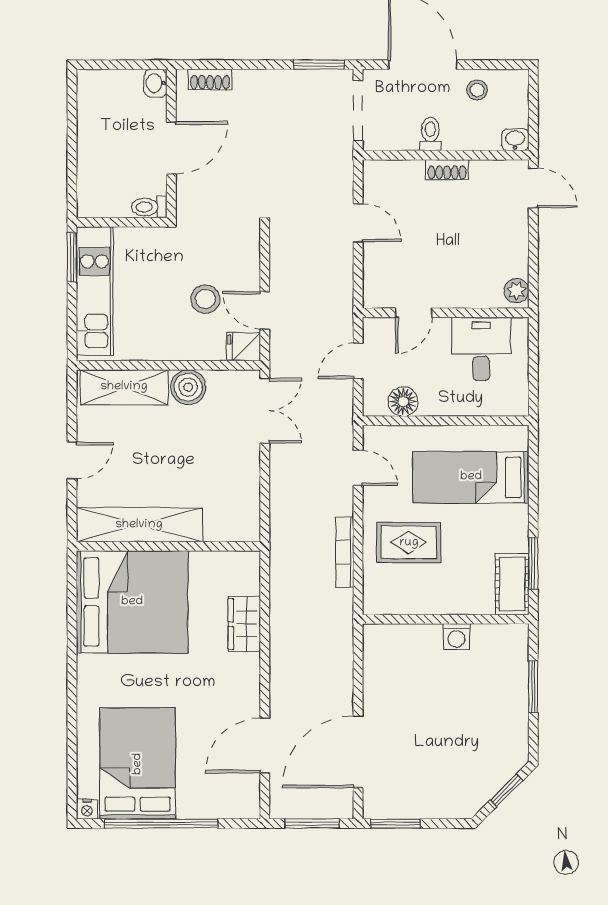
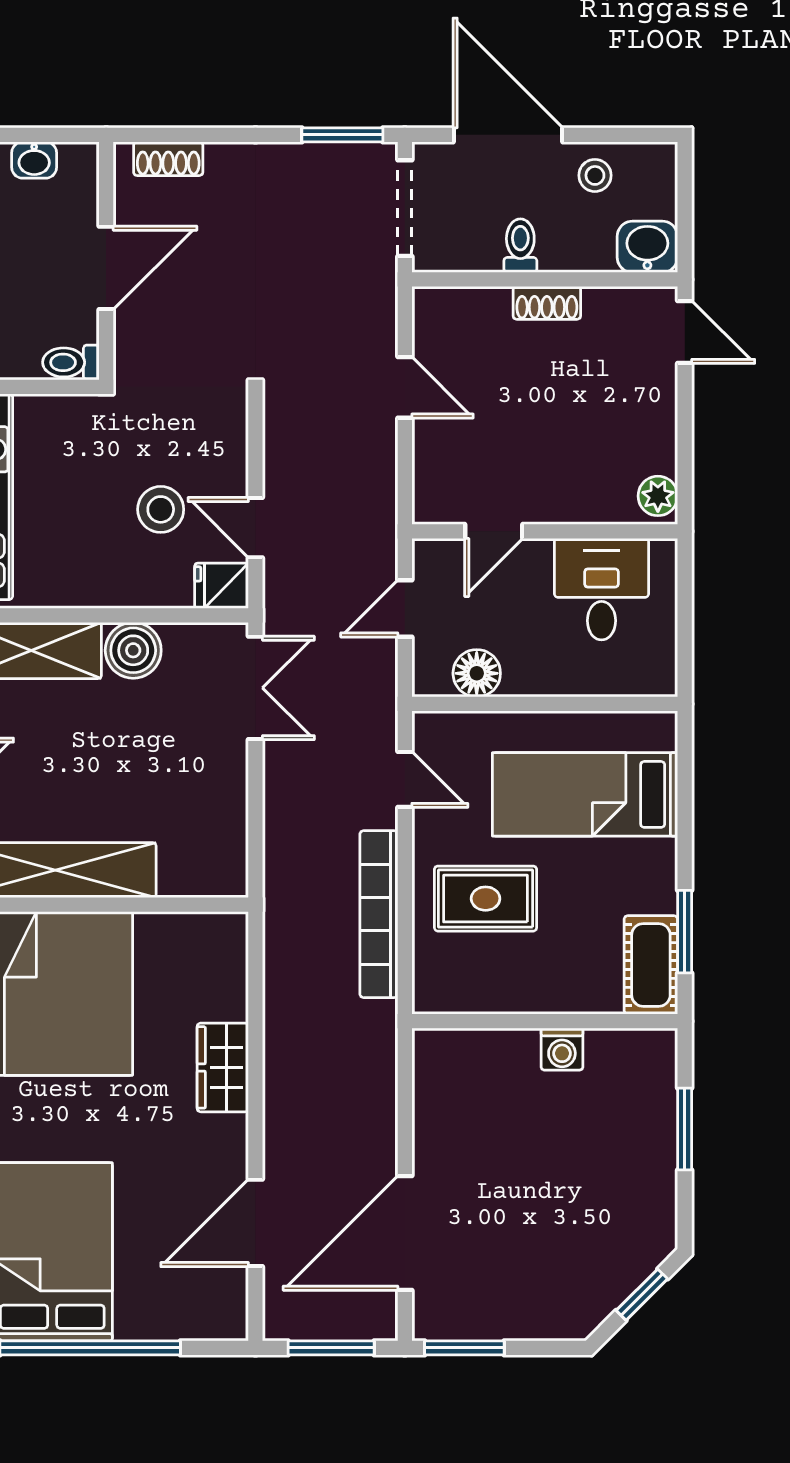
washbasin: (156, 83) -> (34, 160), moved, turned -90
washbasin: (515, 140) -> (647, 247), width x1.38, depth x1.45
bookcase: (345, 552) -> (379, 914), width x1.48, depth x1.31
wardrobe: (244, 624) -> (223, 1067), moved

